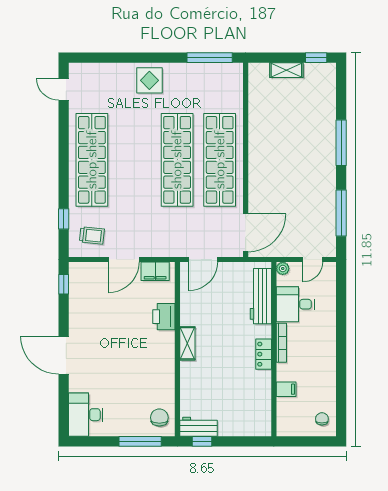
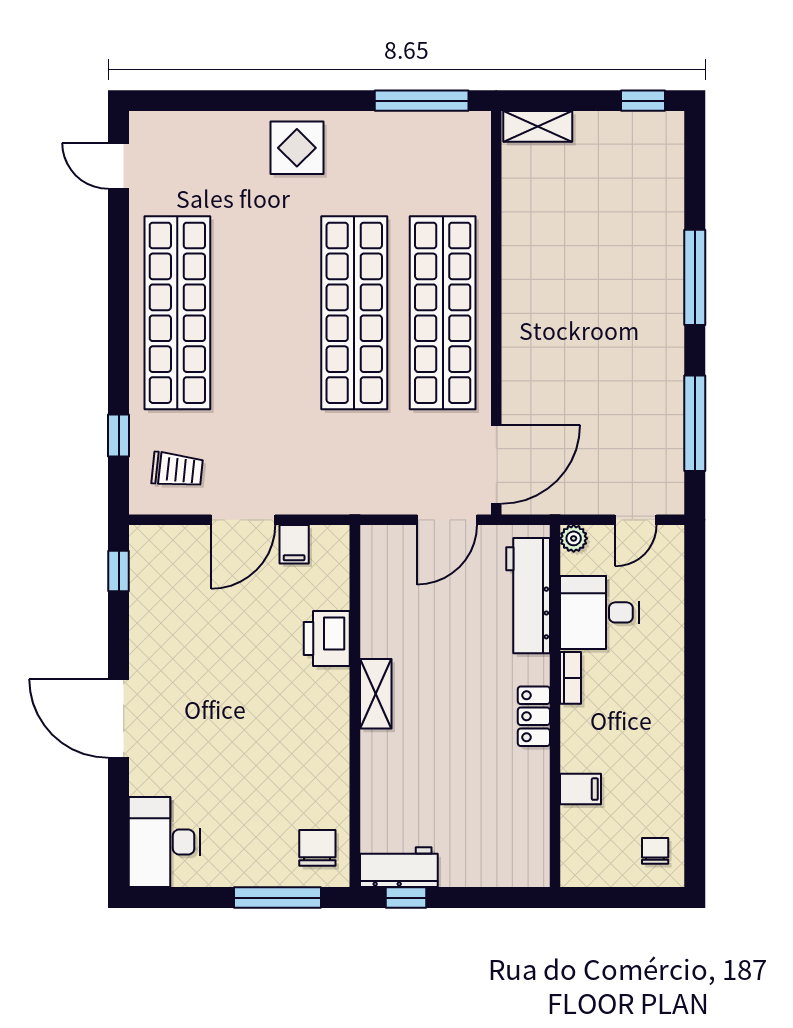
shelving: (286, 70) -> (538, 126), moved
door: (203, 260) -> (447, 520), moved
filing cabinet: (155, 271) -> (294, 544), width x0.50
bookcase: (281, 343) -> (571, 678), width x0.64

